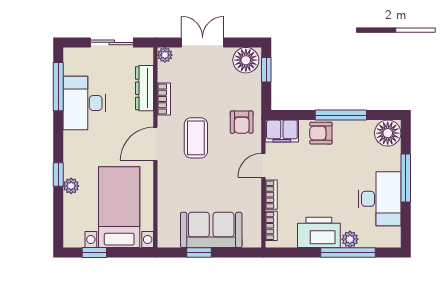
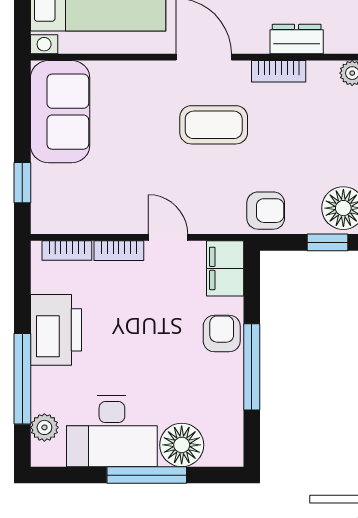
dresser: (145, 88) -> (297, 39), width x0.70
armchair: (242, 122) -> (266, 211), moved, turned 180
floor lamp: (388, 133) -> (182, 445), moved
sofa: (211, 230) -> (60, 112), moved
plant: (350, 239) -> (44, 427), moved
window: (199, 253) -> (22, 183), moved

